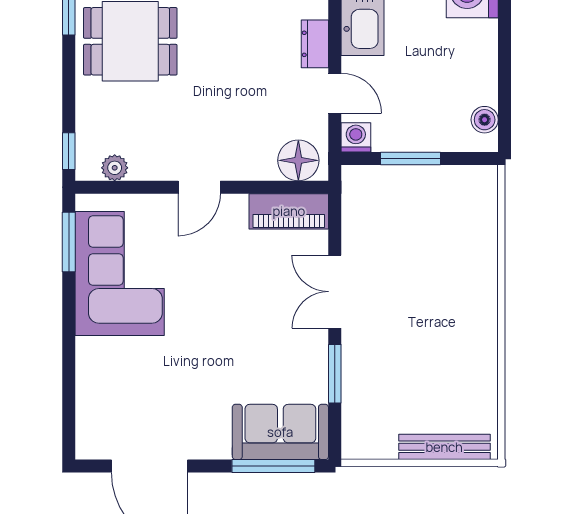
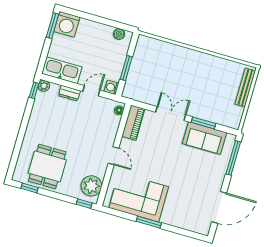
floor lamp: (298, 160) -> (119, 110), width x0.53, depth x0.53
plant: (115, 168) -> (91, 186), width x1.88, depth x1.88
window: (69, 242) -> (149, 222), moved
double door: (335, 292) -> (171, 114), swing flipped
sofa: (280, 432) -> (205, 138), moved, turned -90

